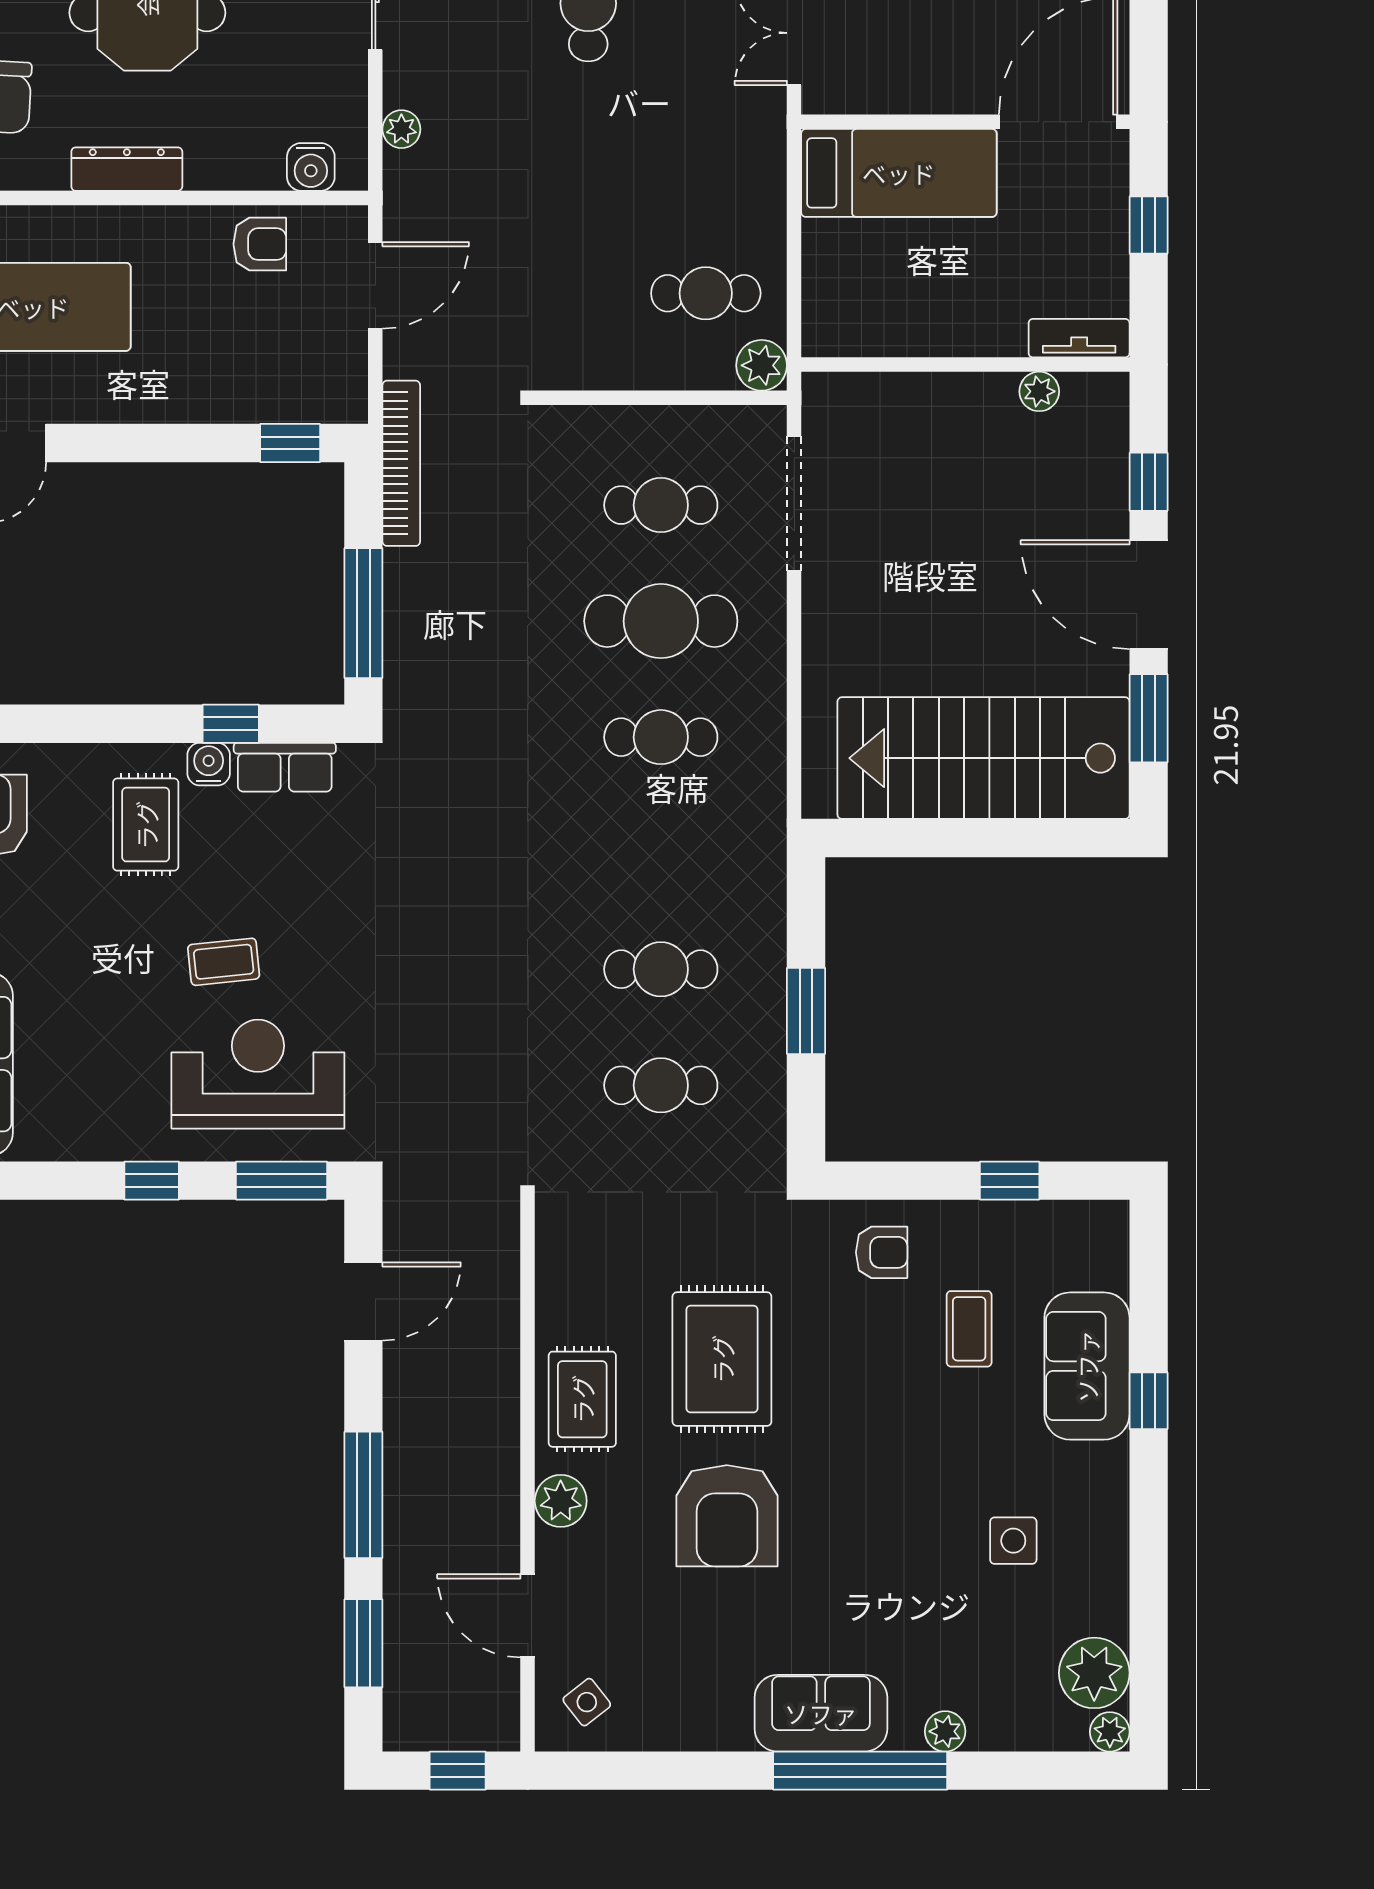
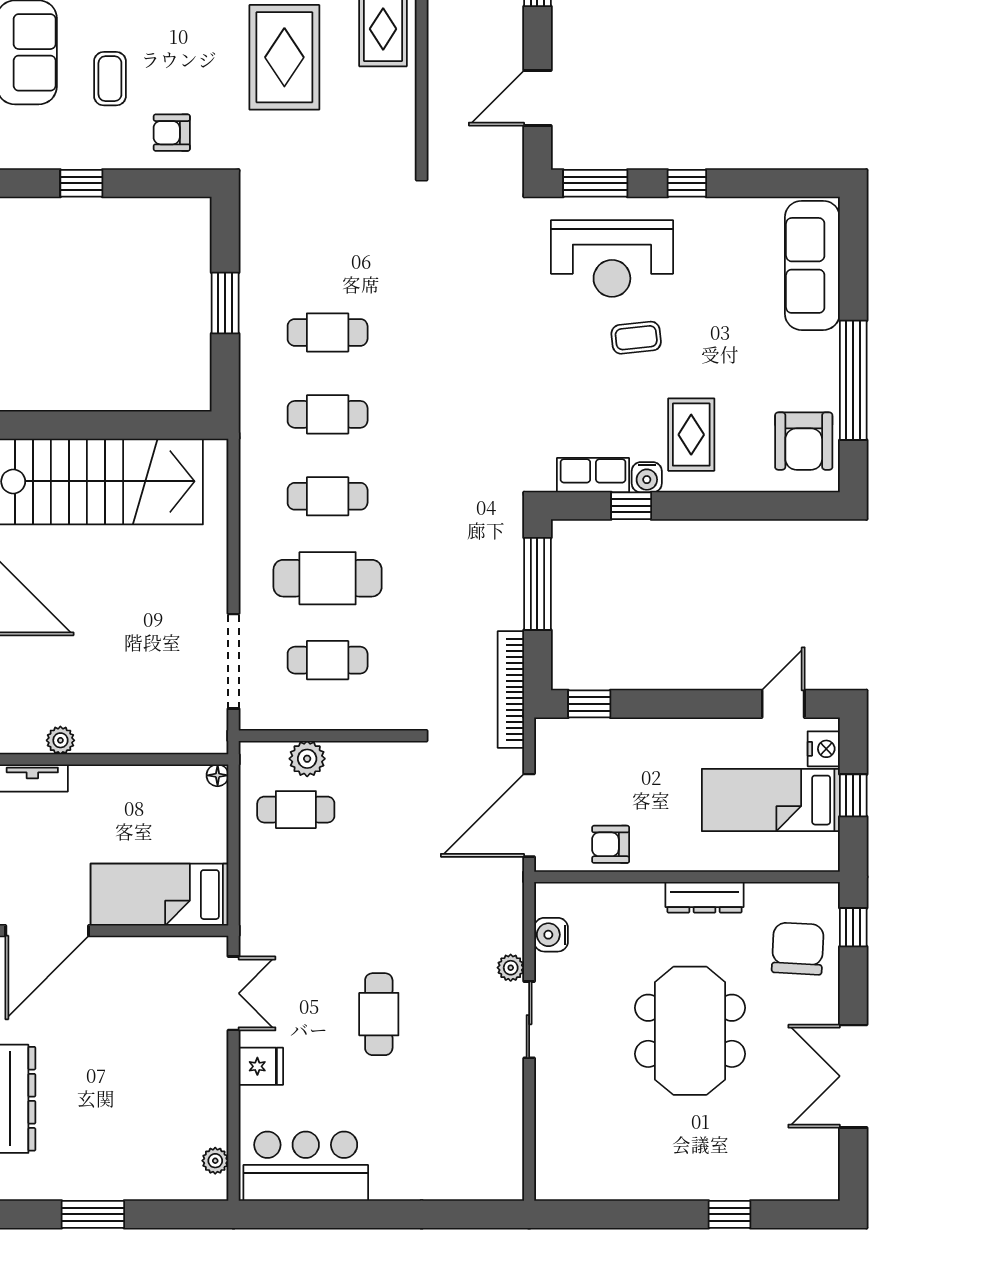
plant: (401, 129) -> (511, 968), moved
water cooler: (311, 167) -> (551, 935), moved, turned -90
door: (375, 285) -> (529, 815), width x1.36
floor lamp: (817, 342) -> (218, 775), added
plant: (762, 365) -> (307, 759), moved
cafe table: (661, 1085) -> (328, 414), moved

